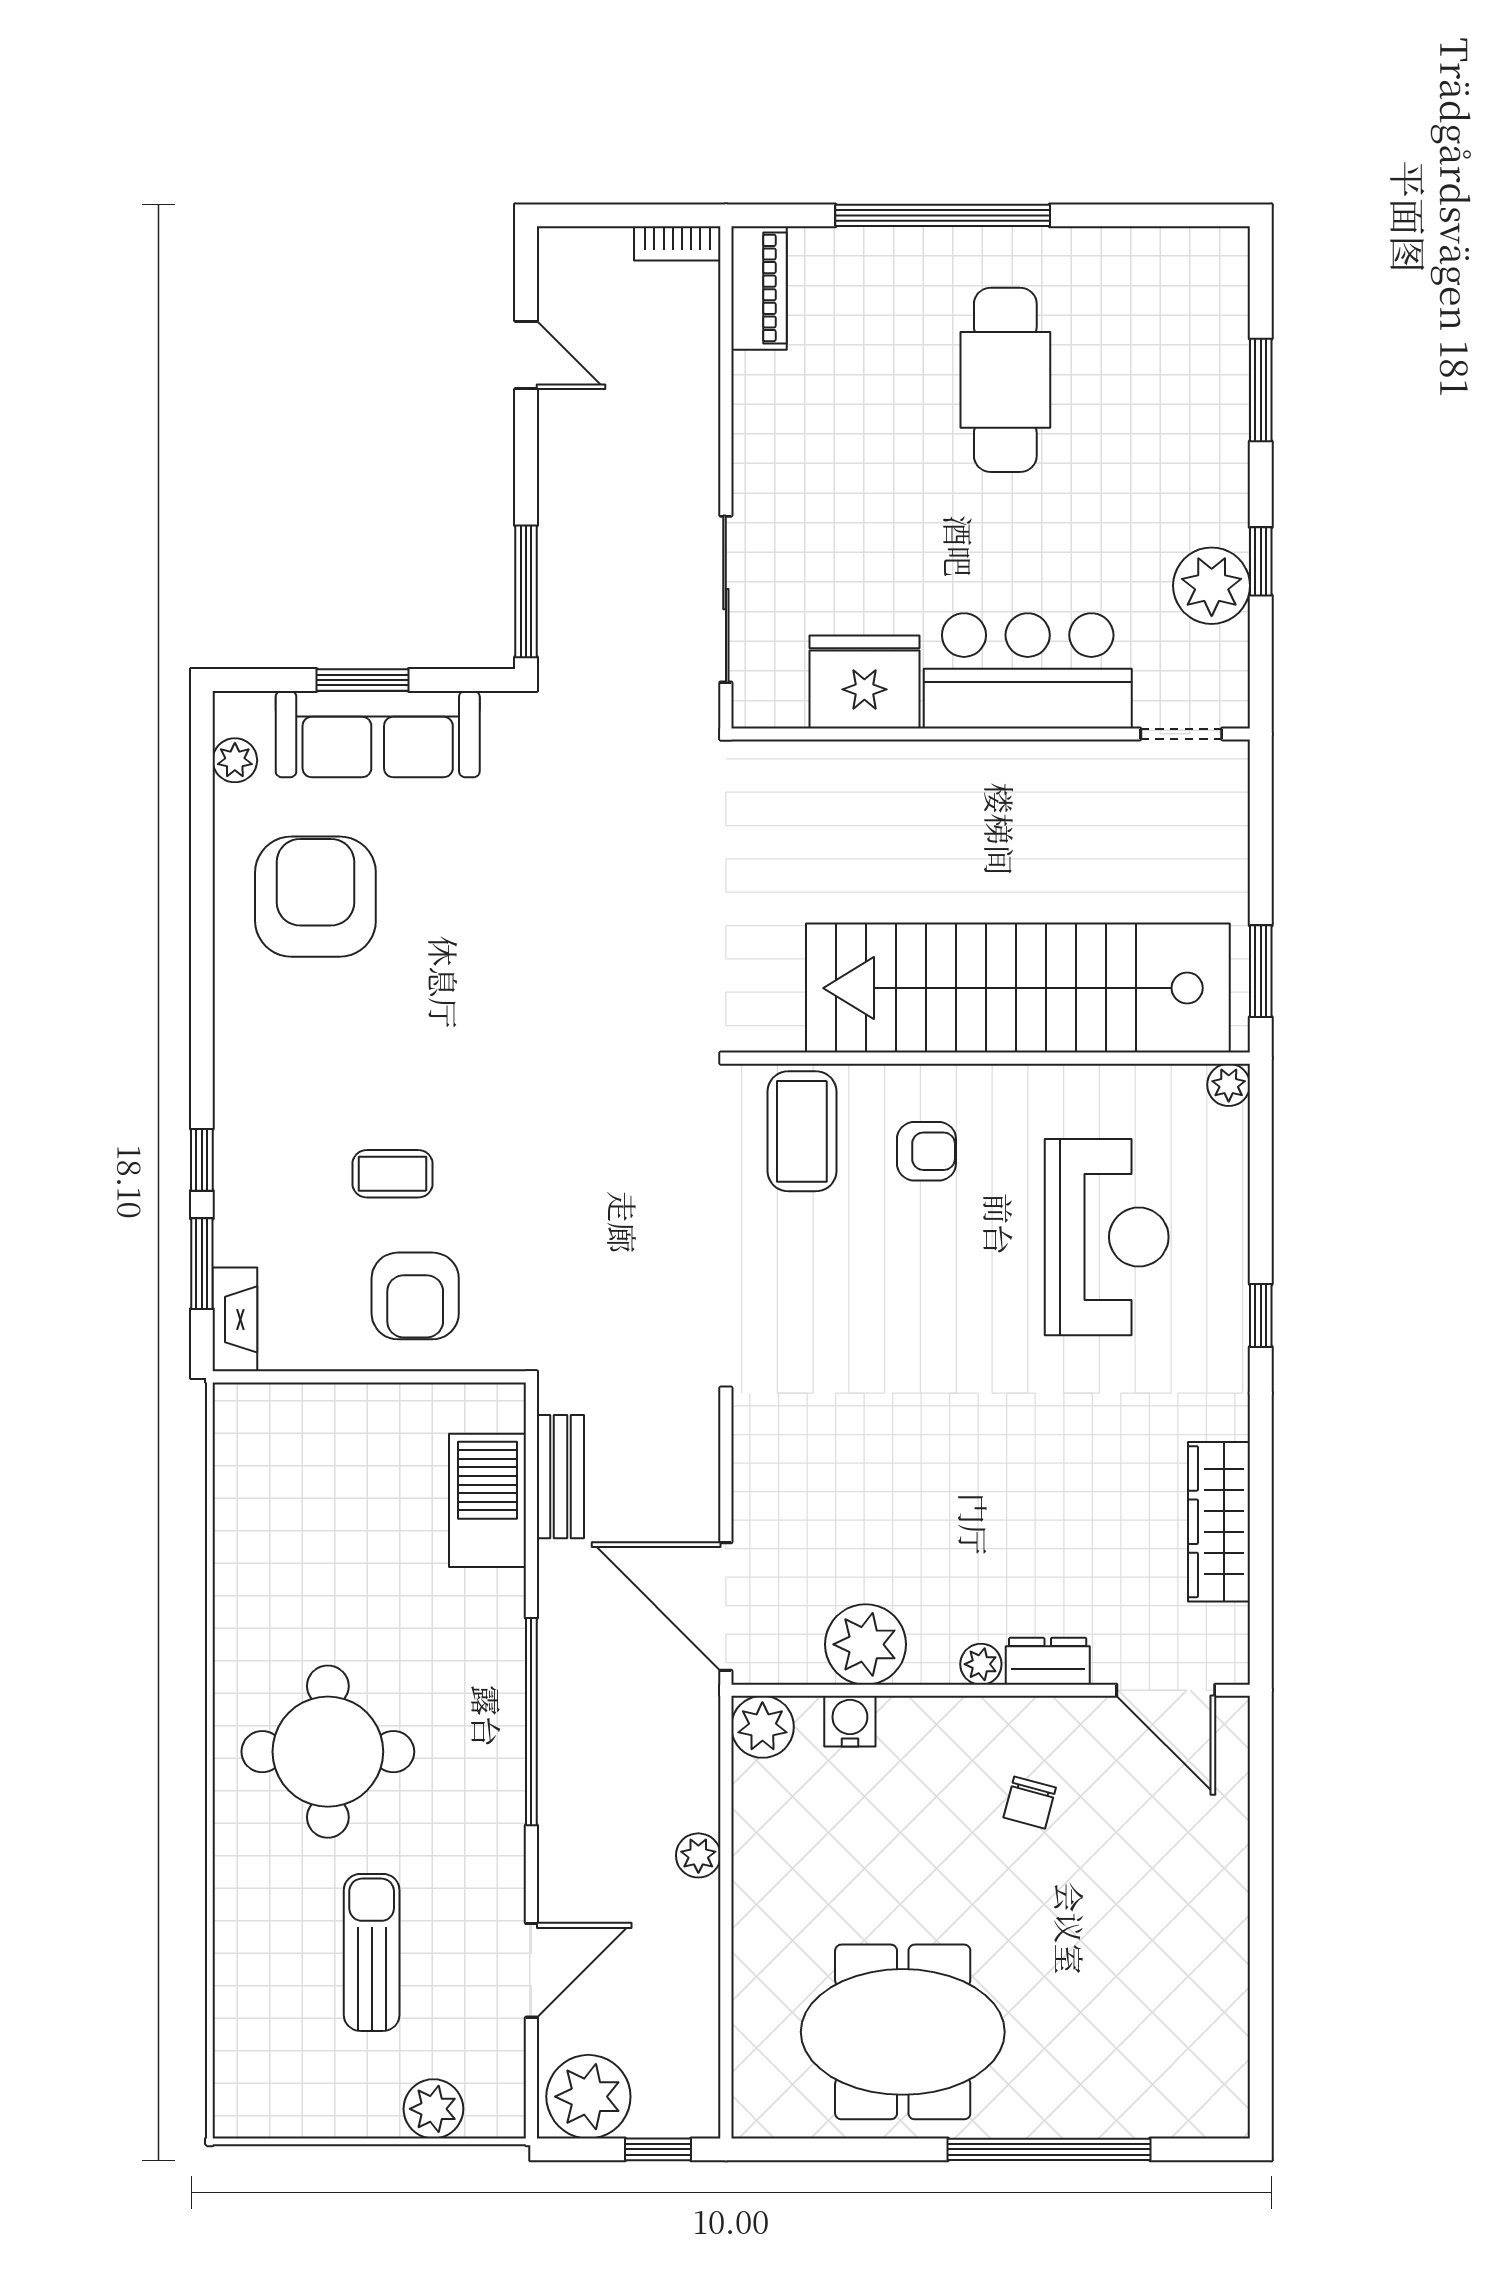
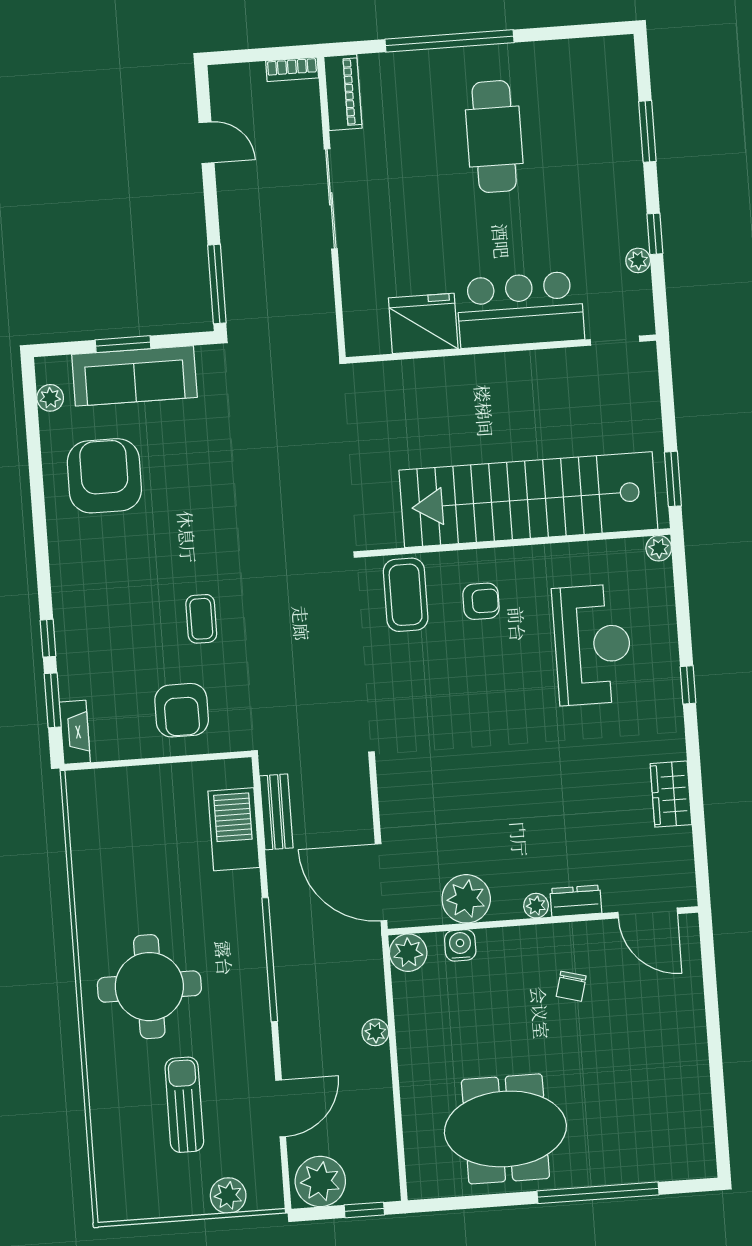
plant: (1212, 586) -> (638, 260), width x0.53, depth x0.53
sliding door: (726, 599) -> (331, 199), moved
coffee table: (393, 1174) -> (201, 619), moved, turned 90
wardrobe: (1219, 1522) -> (671, 794), width x0.67

